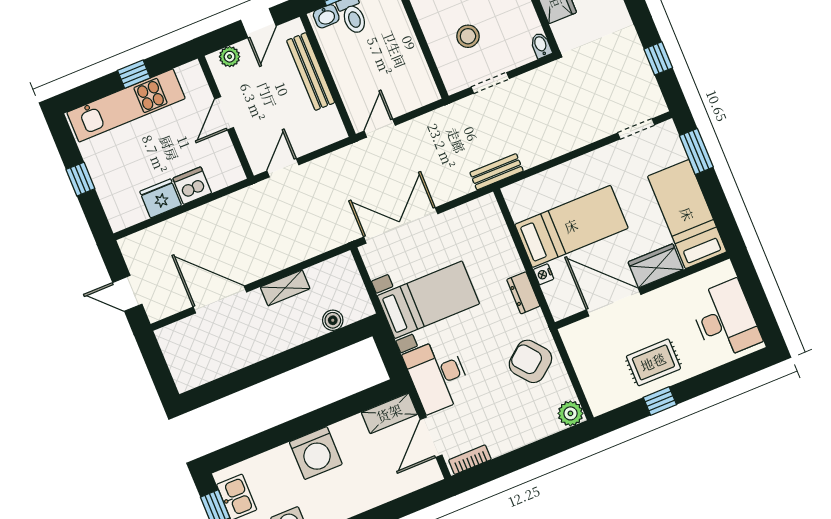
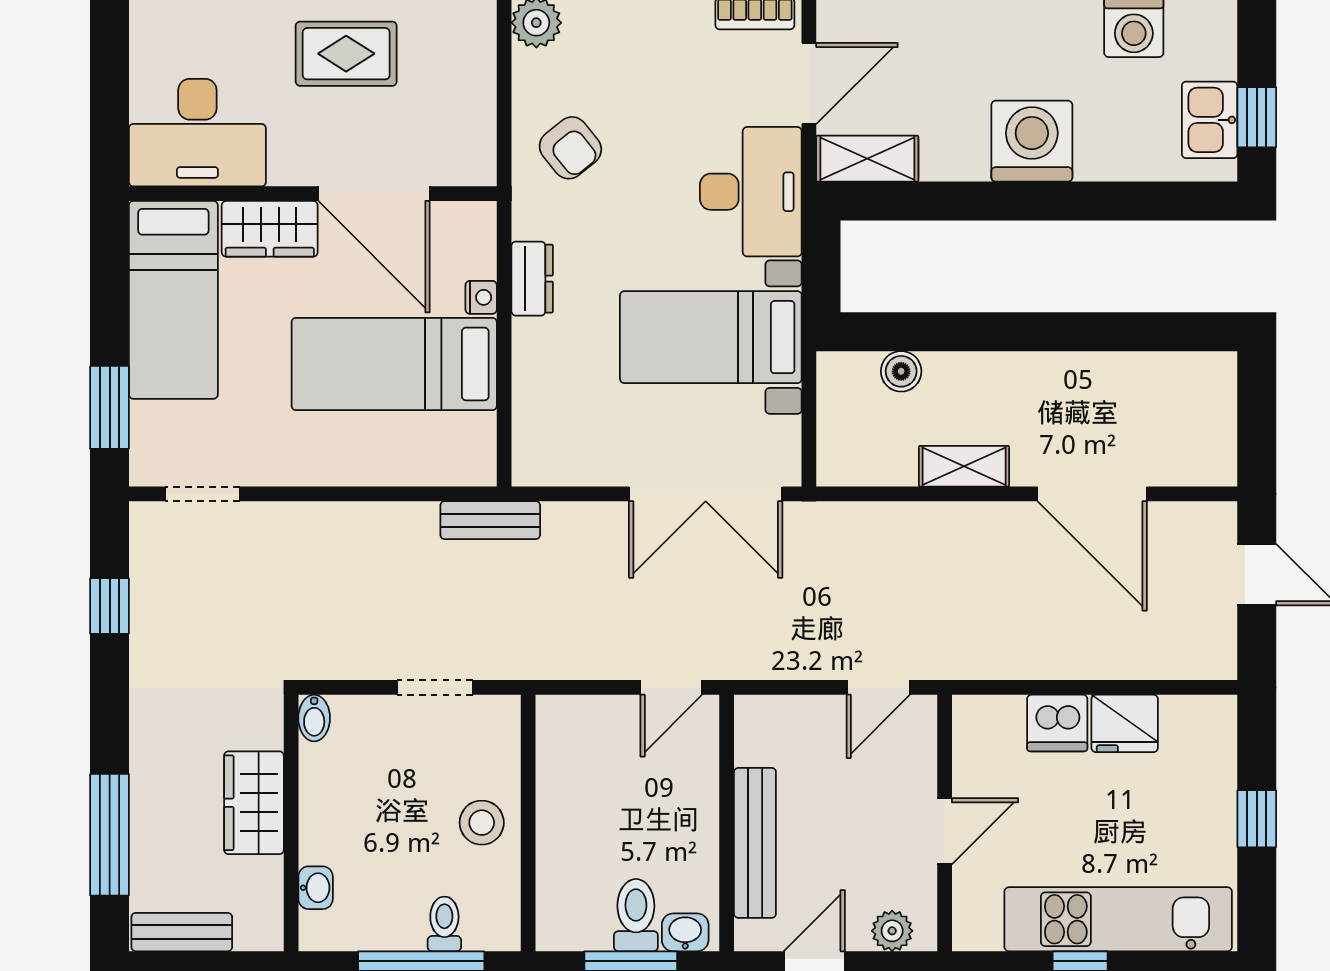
stool: (468, 36) -> (482, 823), moved
desk: (725, 320) -> (197, 133), moved, turned -90
armchair: (530, 361) -> (570, 148), width x0.72, depth x0.72

